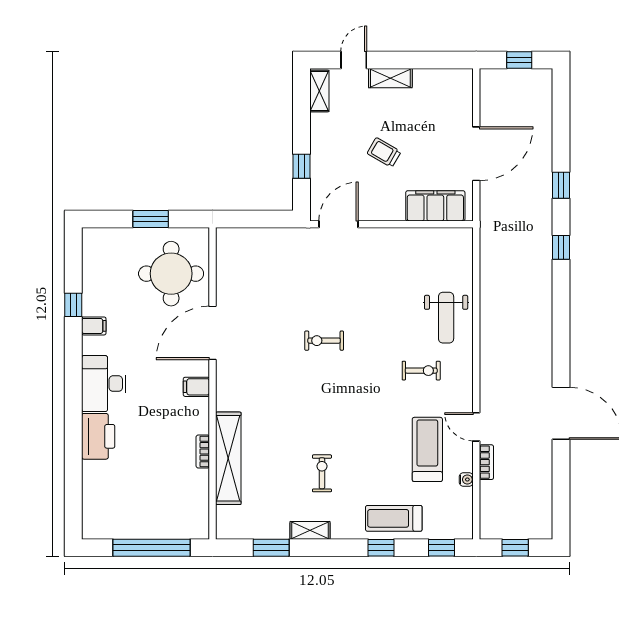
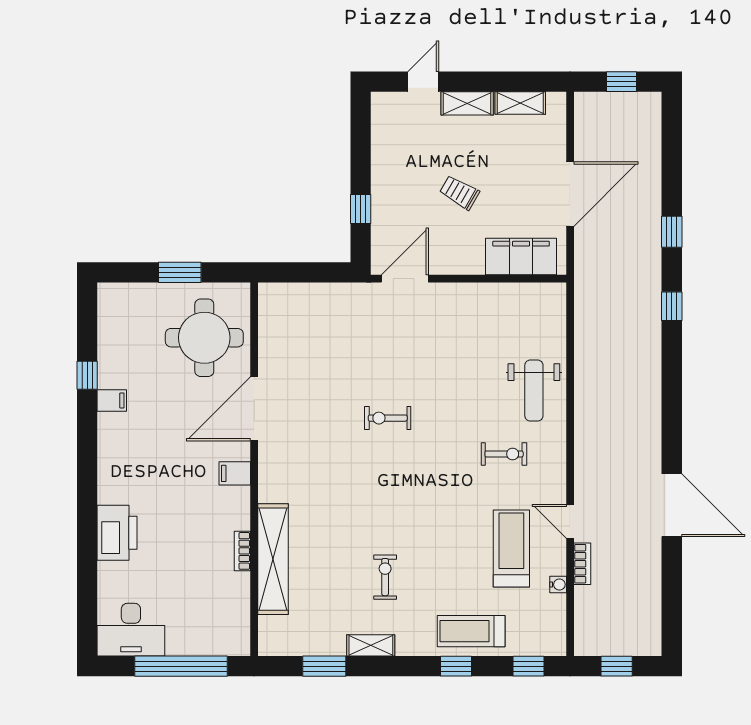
shelving: (319, 91) -> (520, 103), moved, turned 90
desk: (104, 384) -> (131, 630), moved, turned -90

